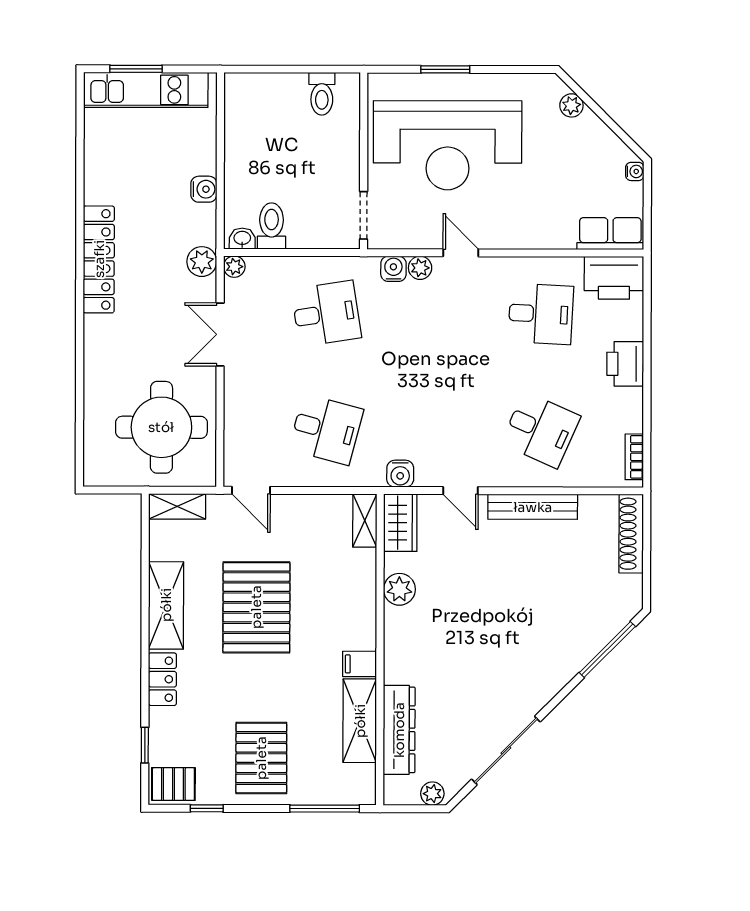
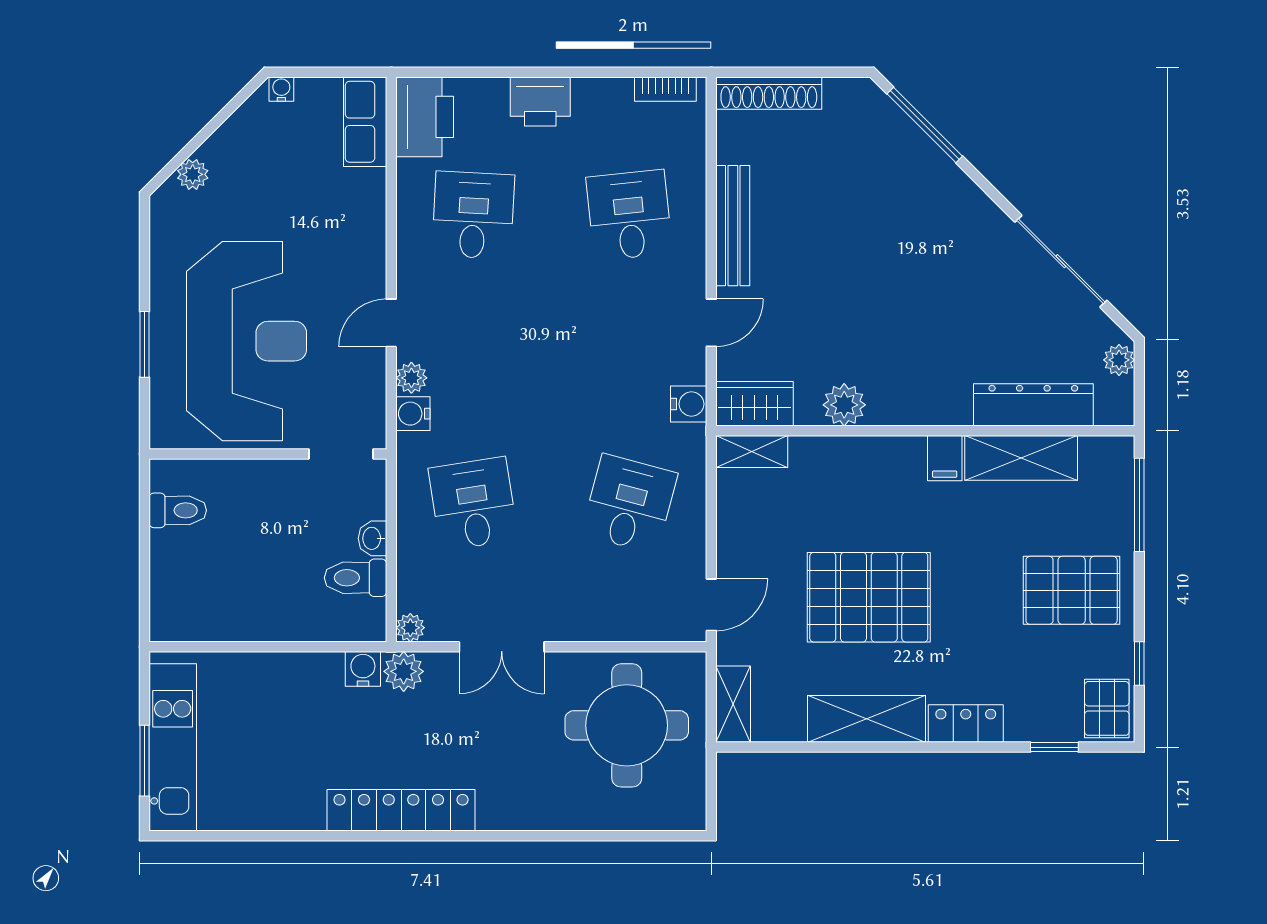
water cooler: (204, 189) -> (363, 669), moved
washbasin: (242, 239) -> (373, 538), moved
desk: (541, 430) -> (629, 215), turned -30

